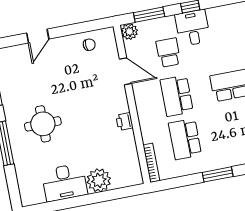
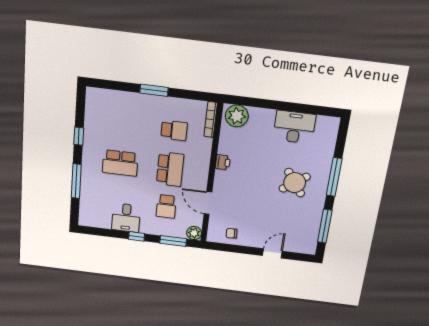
desk: (193, 28) -> (126, 218), moved
round table: (43, 124) -> (295, 183), turned -36
school desk: (185, 139) -> (174, 130), width x0.54
plant: (99, 180) -> (237, 116), moved

